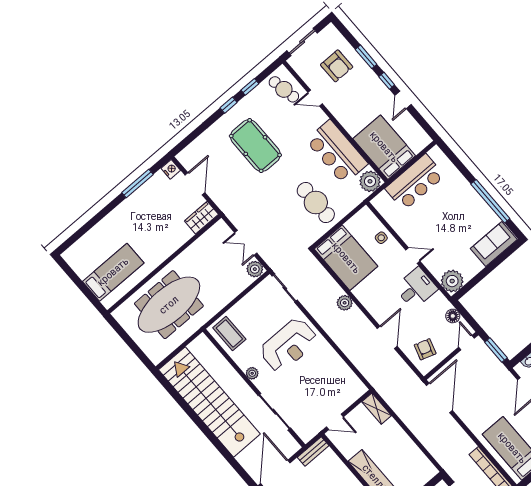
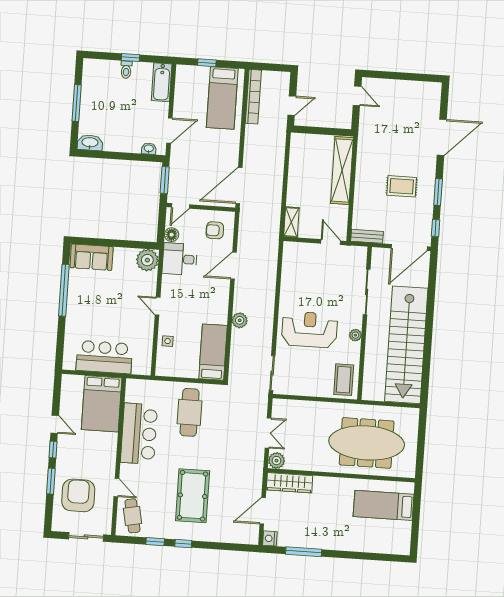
armchair: (337, 66) -> (78, 495), width x1.36, depth x1.36
door: (403, 100) -> (55, 424), hinge flipped
plant: (370, 181) -> (136, 389), removed
wardrobe: (201, 218) -> (290, 483), width x1.50
bed: (346, 258) -> (213, 352), width x0.67
plant: (255, 269) -> (276, 461), moved
desk: (416, 288) -> (180, 259), moved
armchair: (425, 349) -> (215, 230), turned 72

